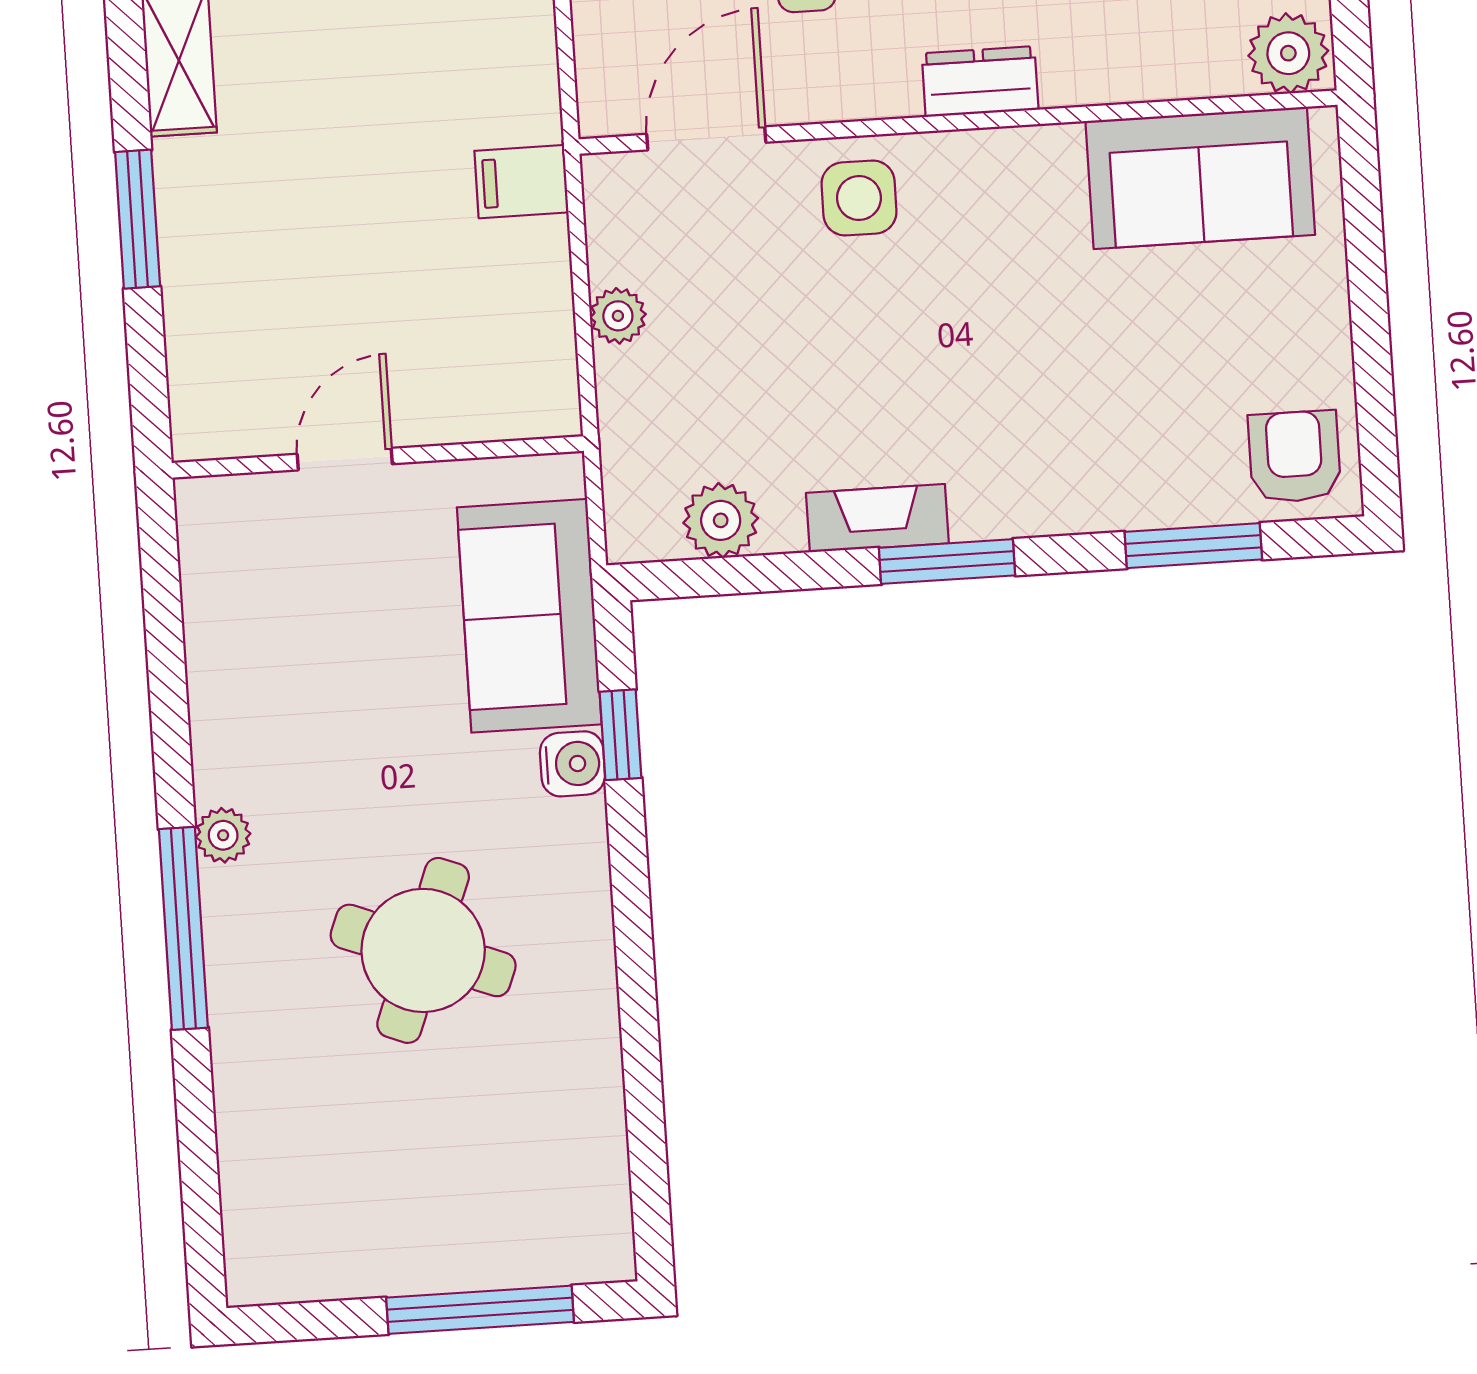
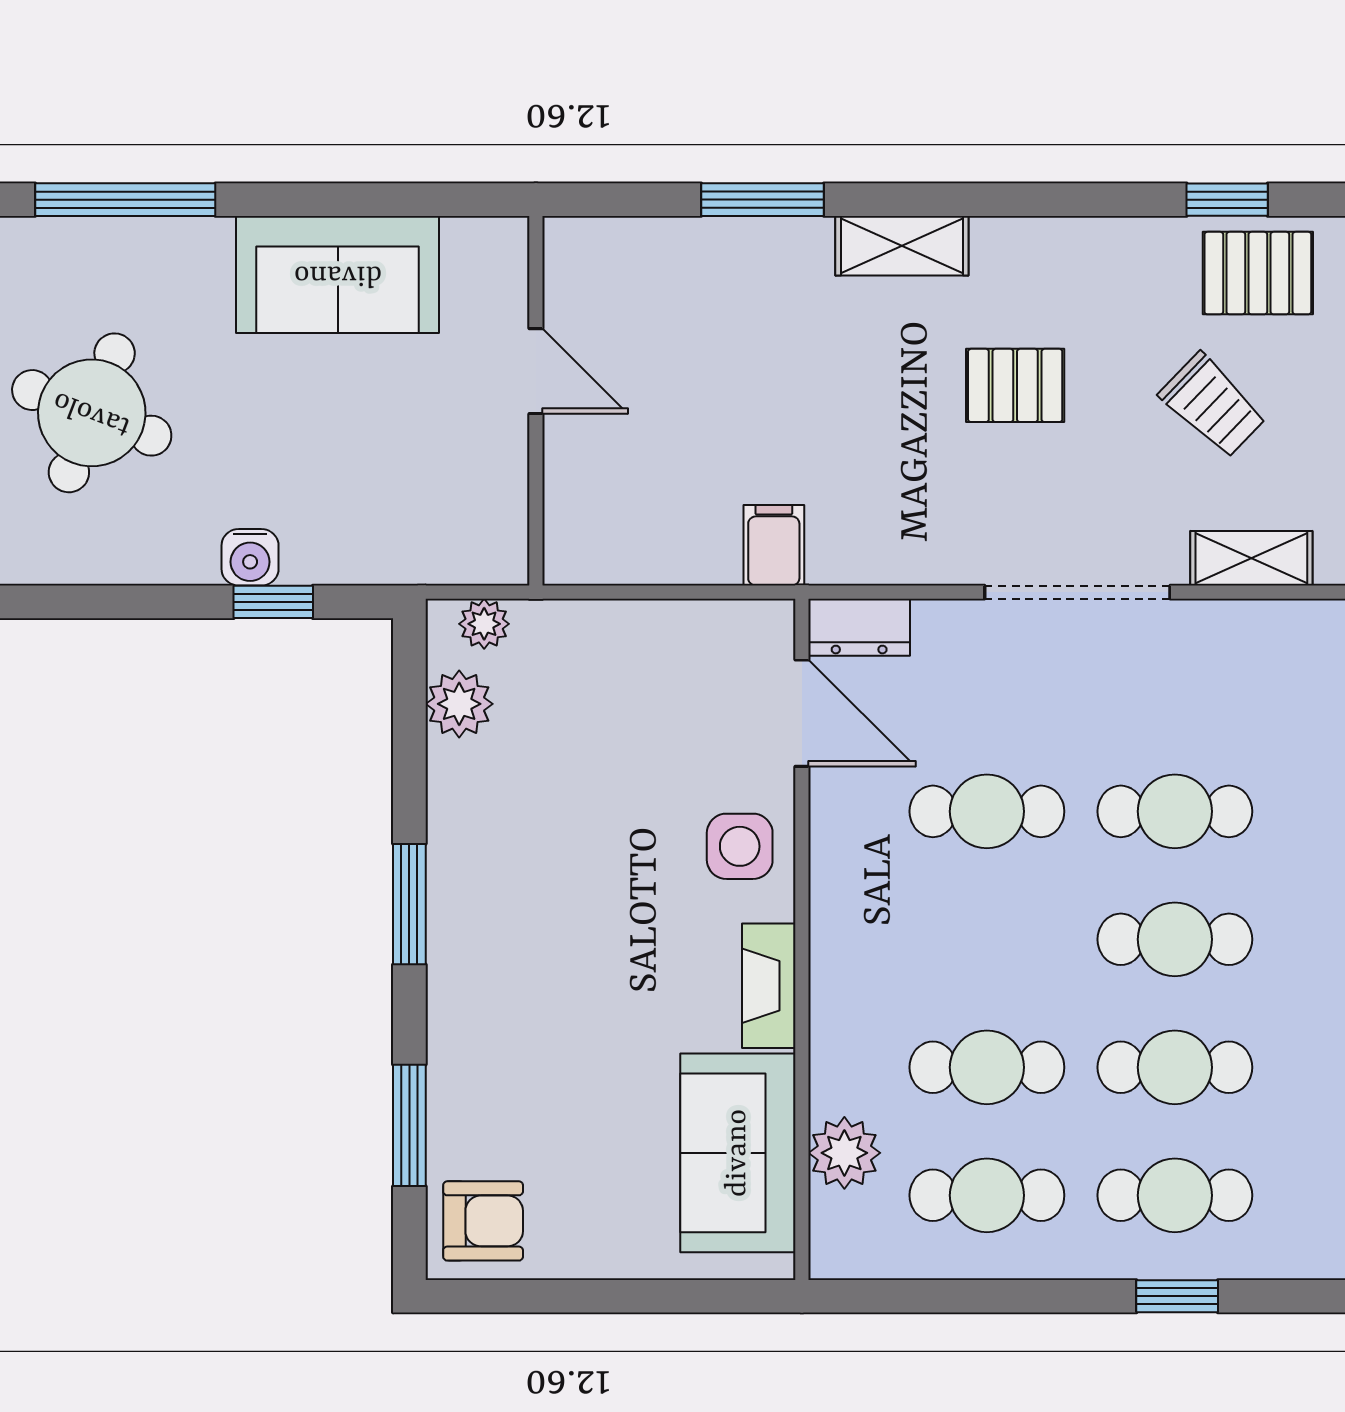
plant: (1288, 53) -> (844, 1153), moved
dresser: (980, 81) -> (859, 627), moved, turned 90
plant: (618, 316) -> (484, 624), moved
fireplace: (877, 518) -> (769, 986), moved, turned 180
sofa: (529, 616) -> (338, 274), moved, turned 180
plant: (223, 835) -> (206, 241), removed

